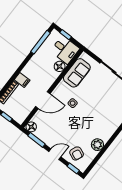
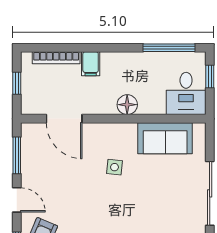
floor lamp: (60, 66) -> (127, 105), moved
door: (43, 100) -> (64, 119), moved
floor lamp: (31, 127) -> (30, 132), removed

